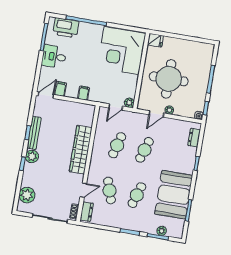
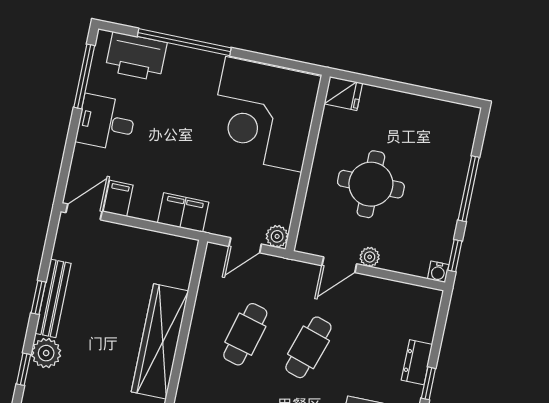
round table: (169, 79) -> (371, 184), width x0.73, depth x0.73
filing cabinet: (84, 93) -> (183, 213), width x2.00
dresser: (194, 138) -> (417, 362), moved

